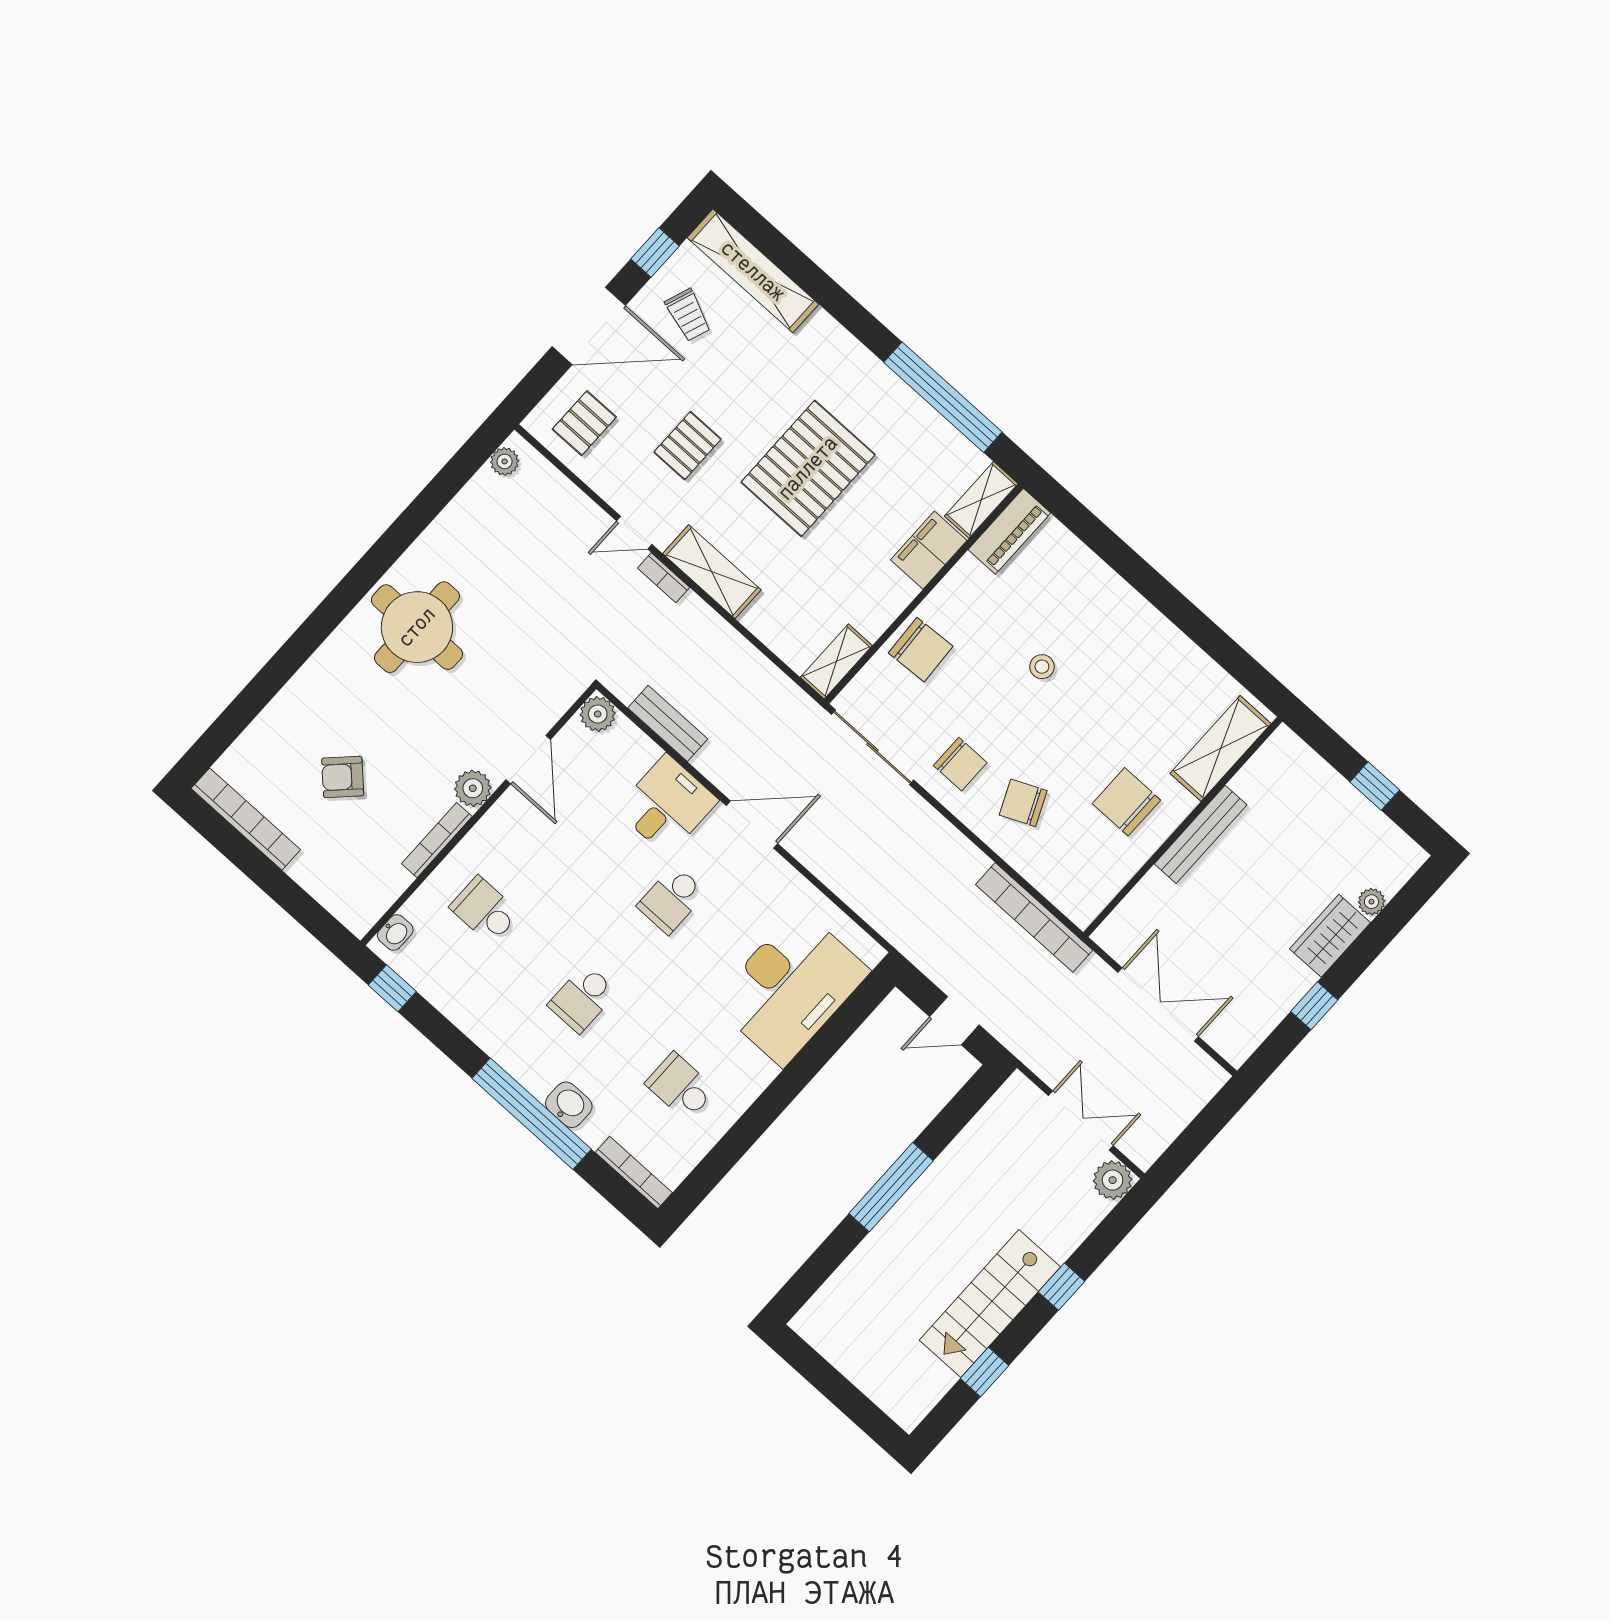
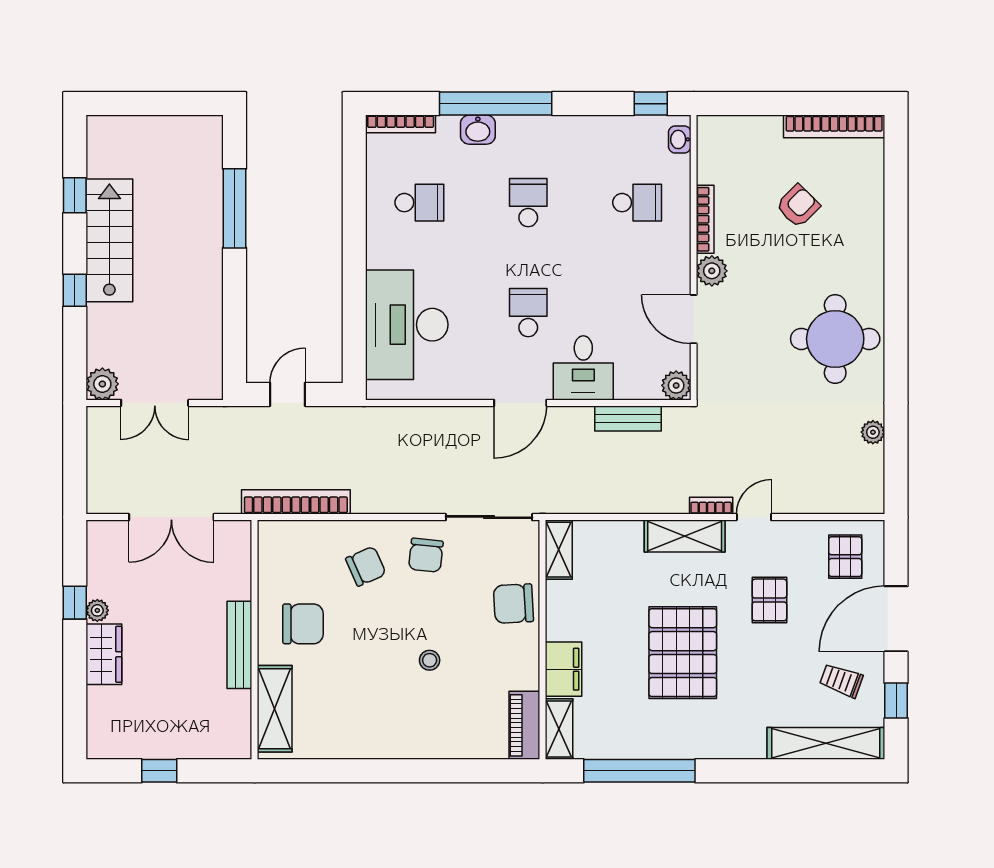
plant: (505, 461) -> (873, 432), moved
chair: (960, 764) -> (426, 555), turned -84
plant: (1371, 902) -> (97, 610), moved
window: (891, 1187) -> (234, 208), moved

